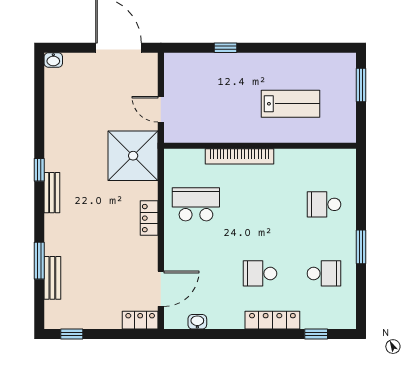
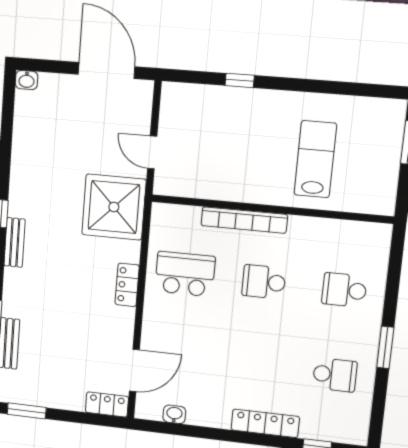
lab bench: (291, 104) -> (315, 159), turned -90
school desk: (260, 273) -> (264, 282), moved
window: (72, 334) -> (27, 411), width x1.50

